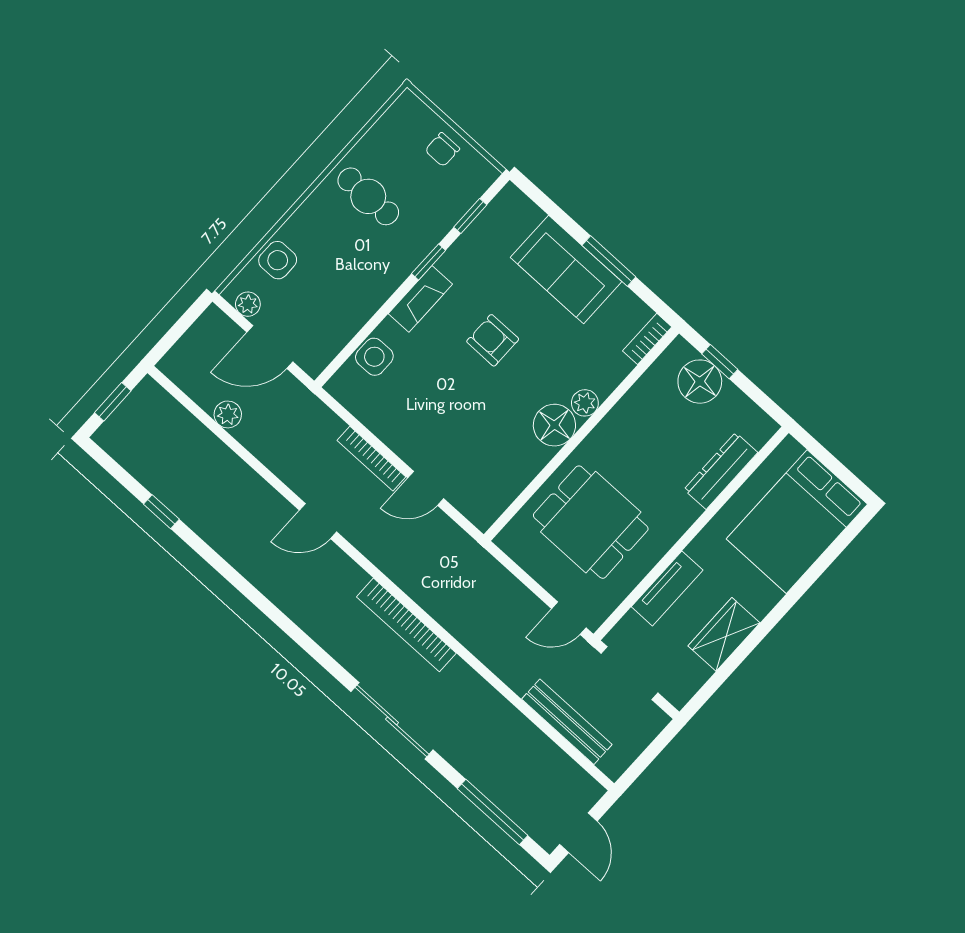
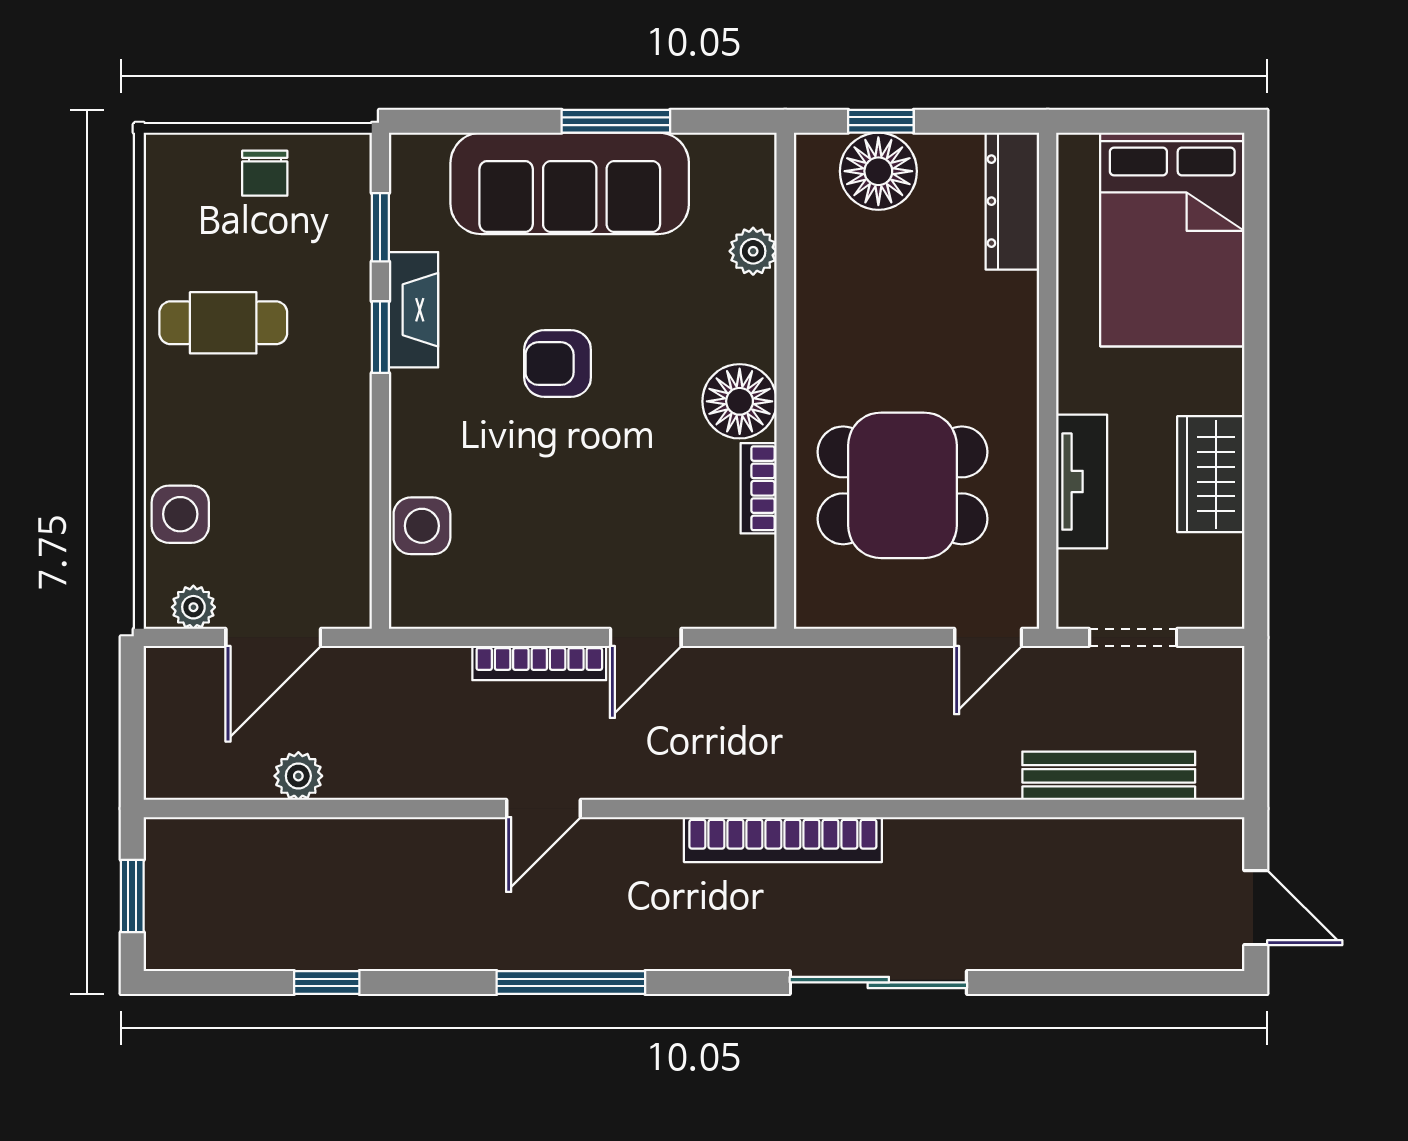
sofa: (566, 270) -> (570, 183), width x1.36
fireplace: (420, 299) -> (414, 310), moved
bookcase: (647, 339) -> (759, 488), moved
plant: (585, 403) -> (753, 251), moved
dresser: (721, 471) -> (1012, 201), moved
doorway: (630, 673) -> (1133, 637), width x0.73
window: (493, 812) -> (571, 982), moved

